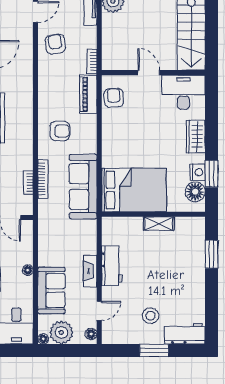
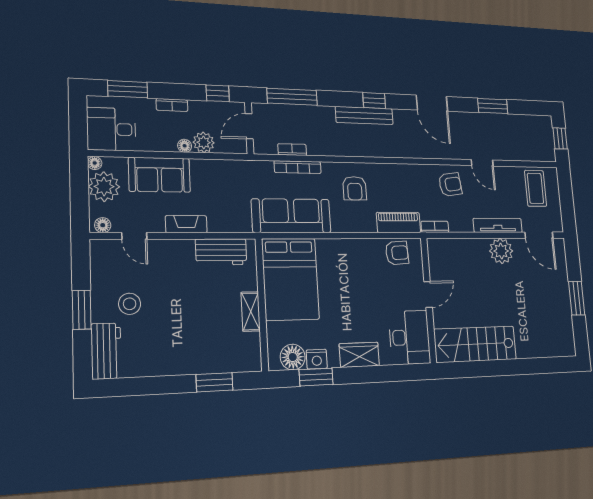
plant: (25, 255) -> (204, 142), added
workbench: (112, 266) -> (221, 252), moved

